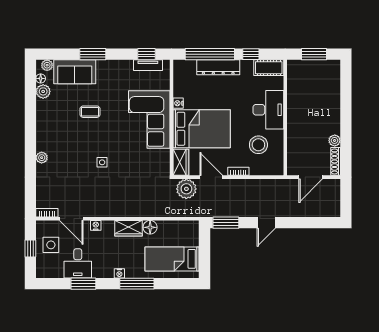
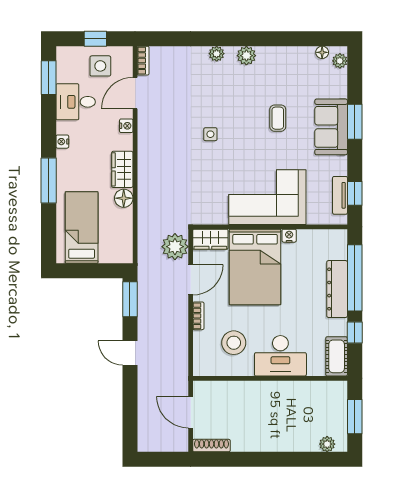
sofa: (75, 72) -> (331, 127), moved
plant: (43, 91) -> (246, 56), moved
plant: (335, 140) -> (327, 444), moved
nightstand: (119, 273) -> (62, 142), moved
window: (83, 284) -> (49, 78), moved

